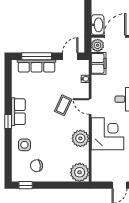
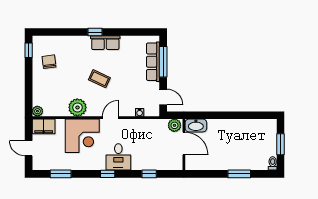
filing cabinet: (99, 63) -> (44, 126), moved
coffee table: (63, 105) -> (99, 79), moved
side table: (24, 145) -> (71, 49), removed
plant: (80, 172) -> (37, 111), width x0.53, depth x0.53

